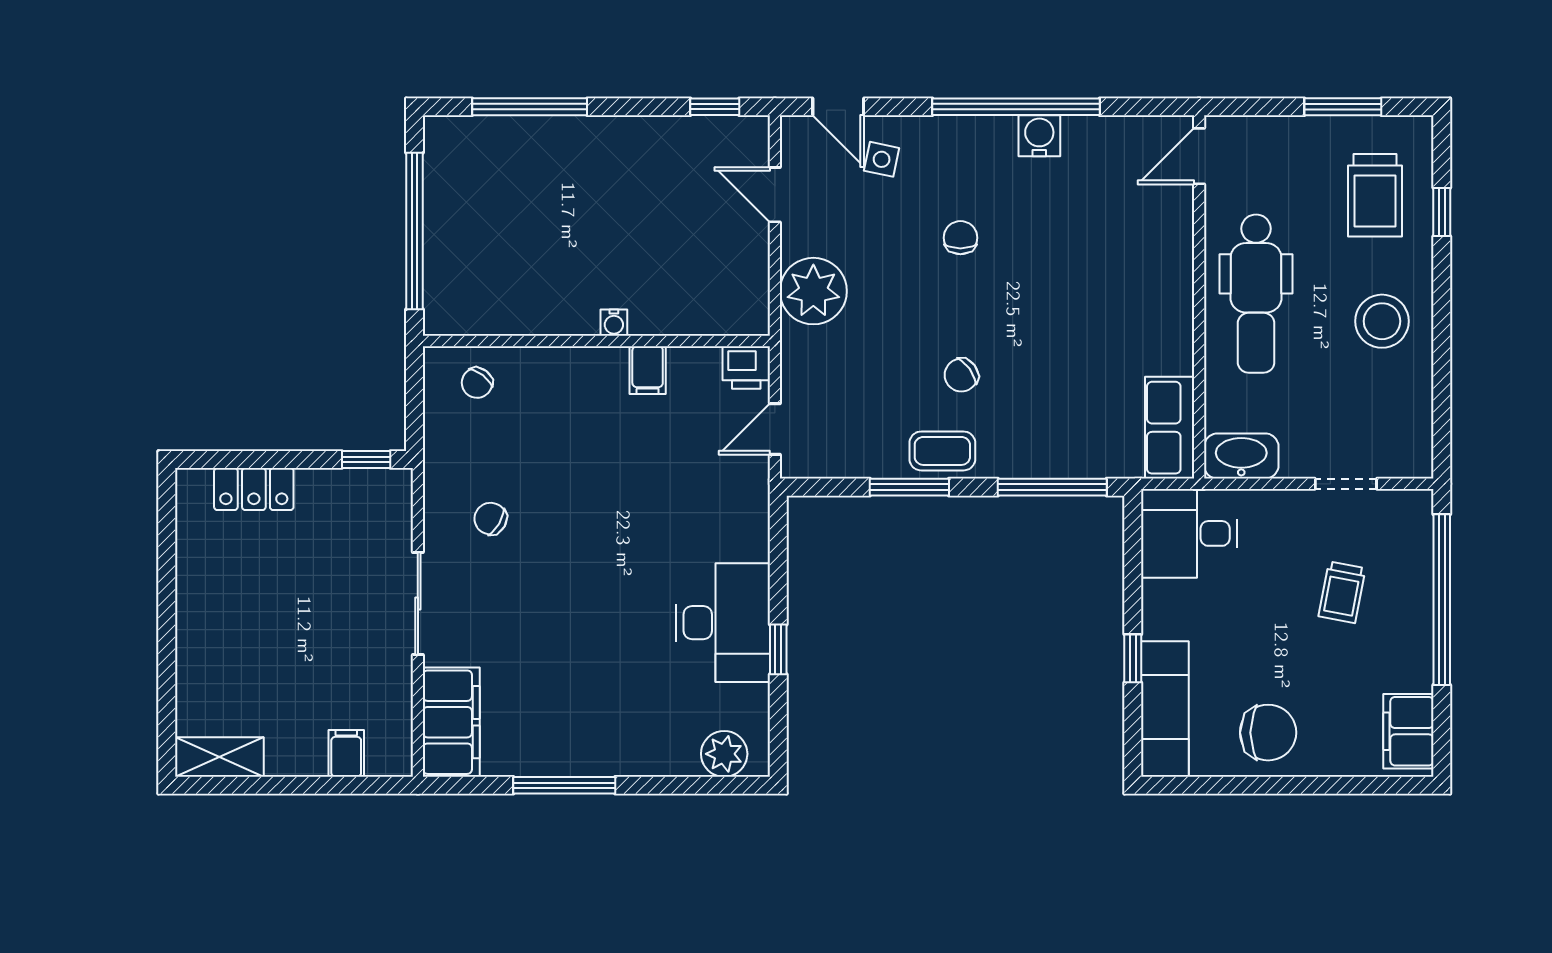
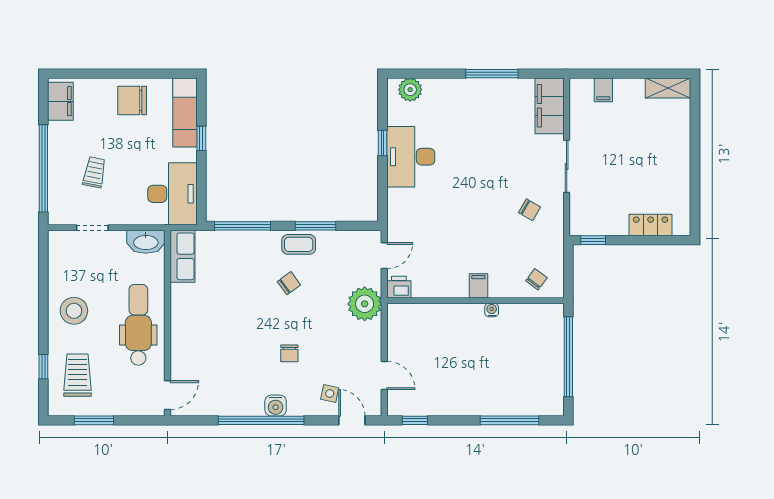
water cooler: (1039, 136) -> (276, 406), moved
plant: (813, 291) -> (365, 304), moved
water cooler: (614, 323) -> (492, 310), moved
filing cabinet: (648, 370) -> (478, 286), moved
desk: (1189, 533) -> (172, 194), width x1.37

